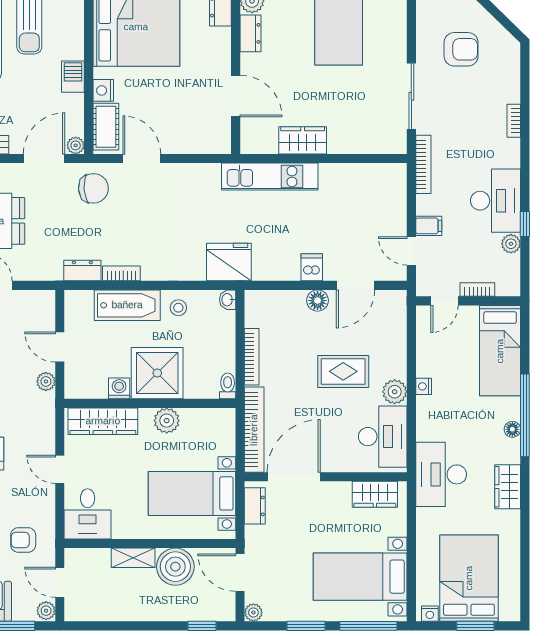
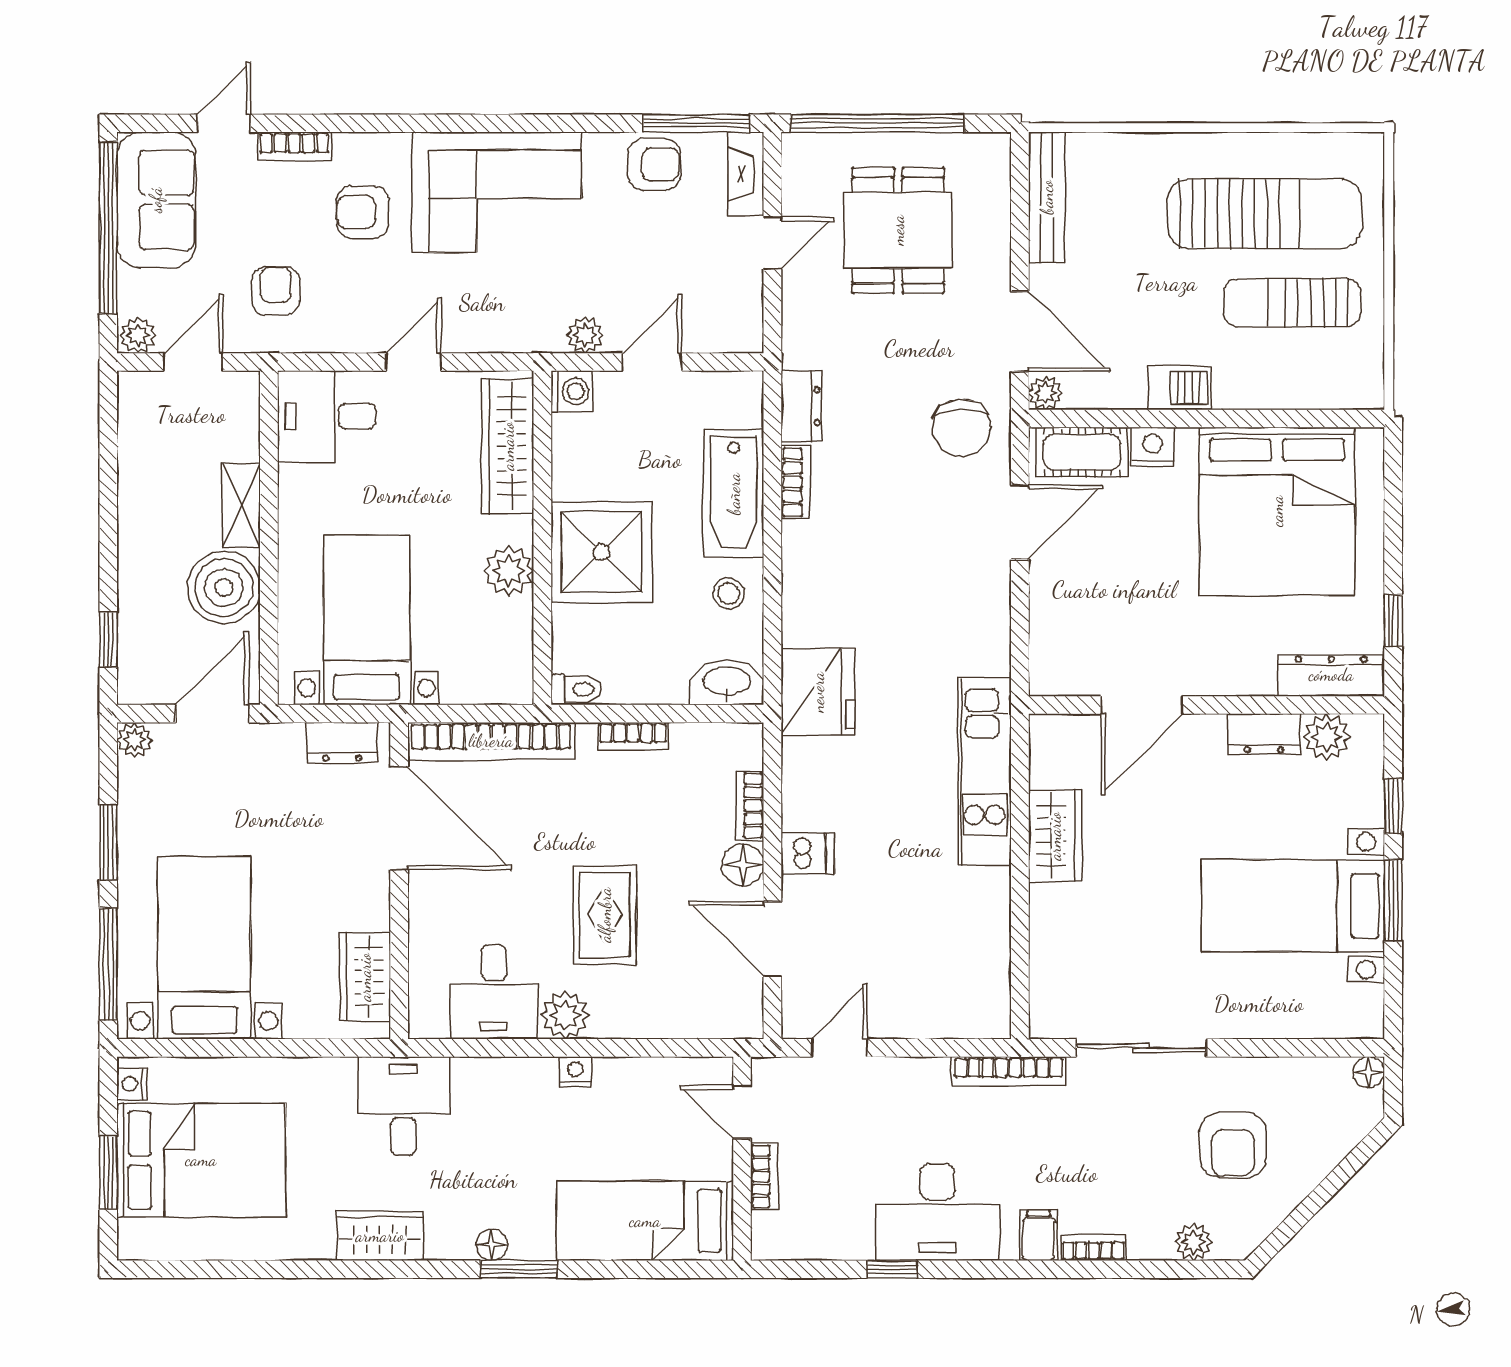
filing cabinet: (429, 226) -> (1039, 1235), moved, turned 180
plant: (511, 244) -> (1193, 1242), moved
bookcase: (287, 297) -> (750, 806), added
washbasin: (228, 300) -> (727, 682), width x1.91, depth x1.45
bookcase: (252, 357) -> (633, 736), width x0.64
washing machine: (119, 388) -> (572, 391), moved
window: (525, 415) -> (519, 1269), width x0.47
desk: (383, 437) -> (494, 992), width x0.73
desk: (441, 474) -> (404, 1106), width x0.73

